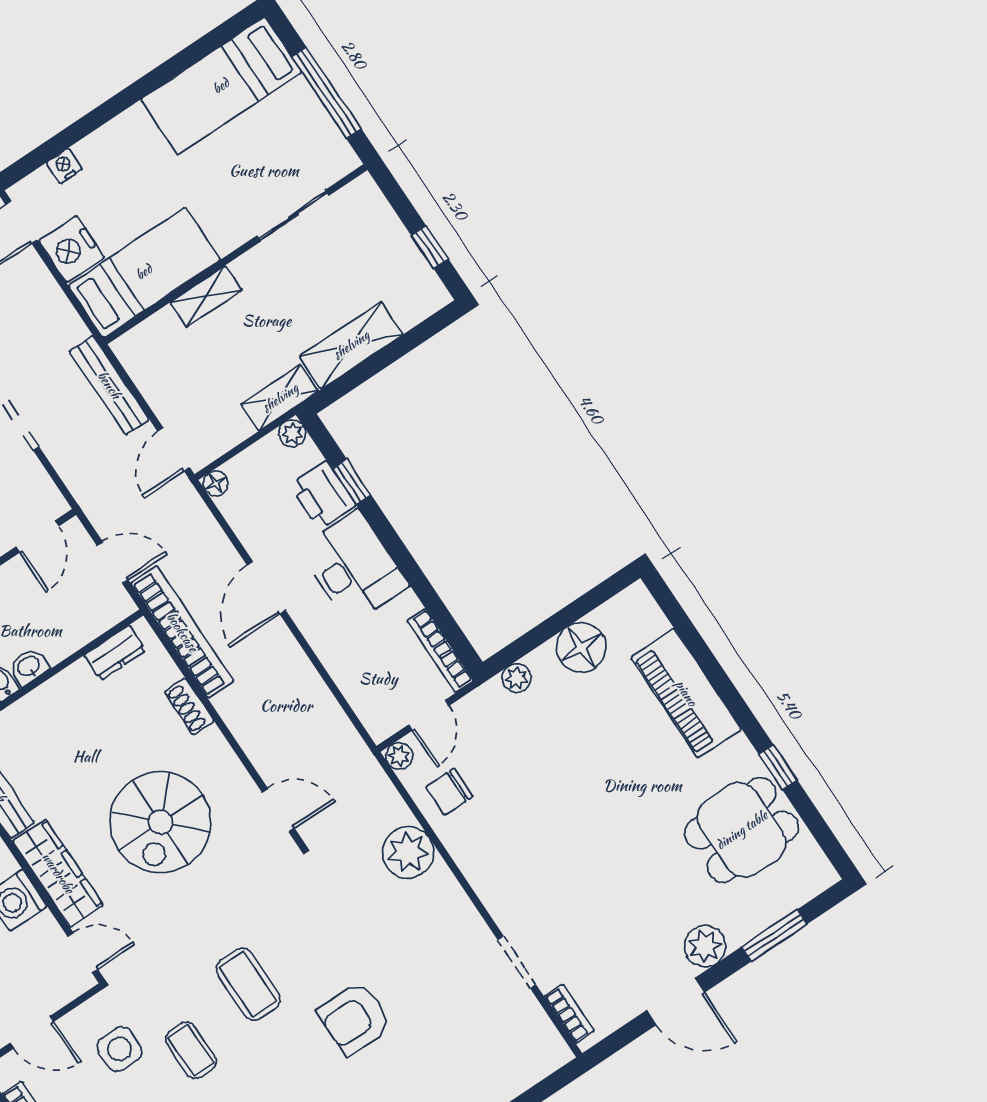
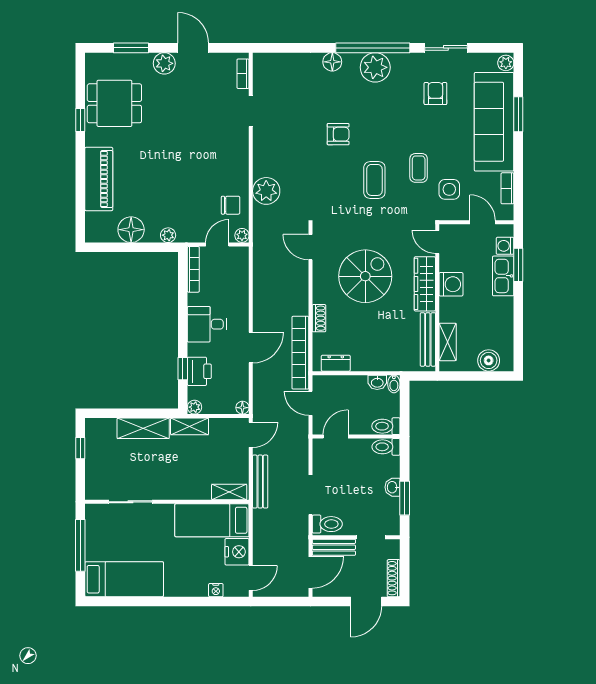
shelving: (206, 296) -> (229, 492), moved
desk: (354, 567) -> (207, 324), width x0.73
armchair: (354, 1018) -> (338, 134), width x0.72, depth x0.72

